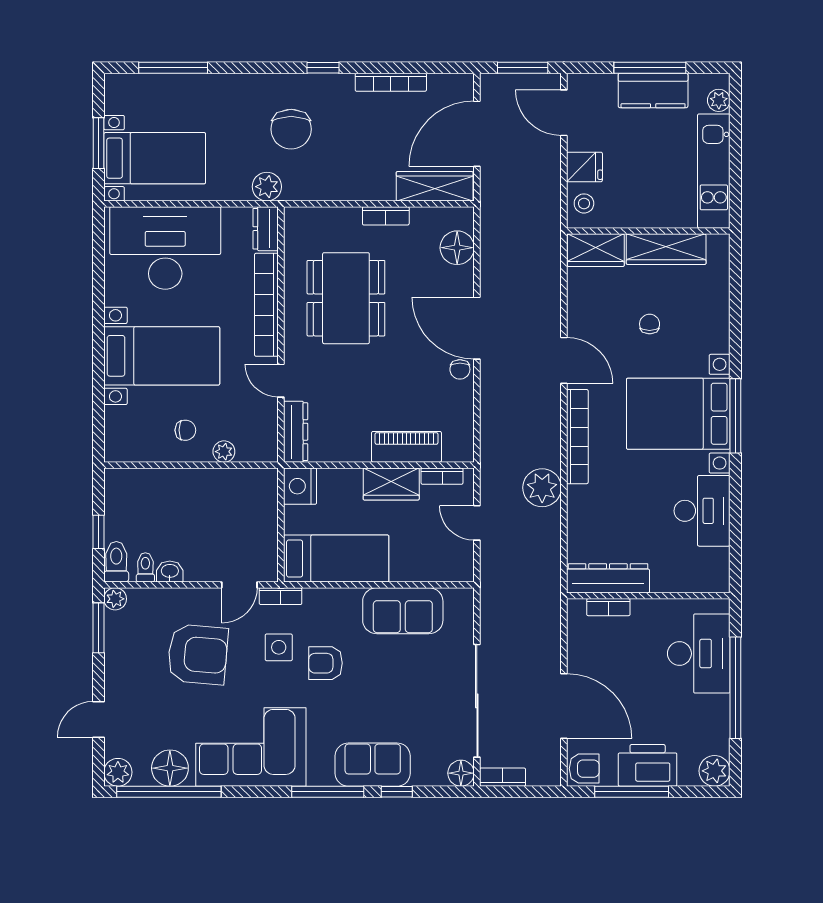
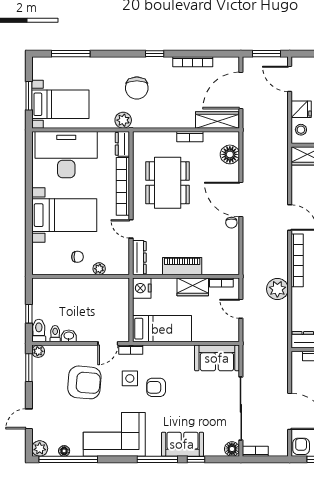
piano: (406, 447) -> (182, 266), moved
sofa: (403, 611) -> (217, 358), moved
floor lamp: (170, 768) -> (64, 451), width x0.53, depth x0.53
armchair: (584, 769) -> (301, 446), turned -90

